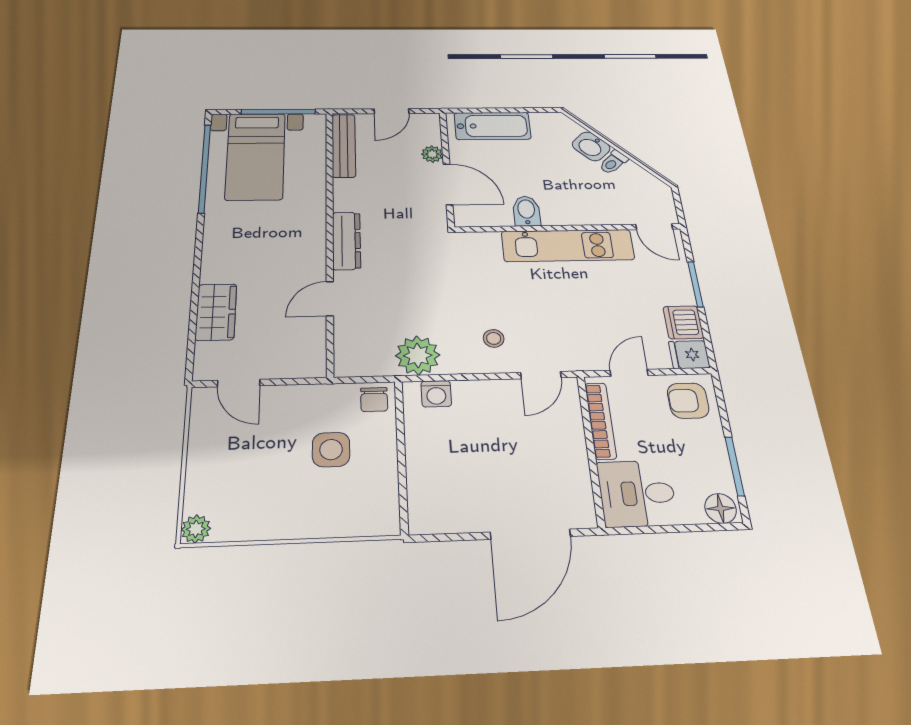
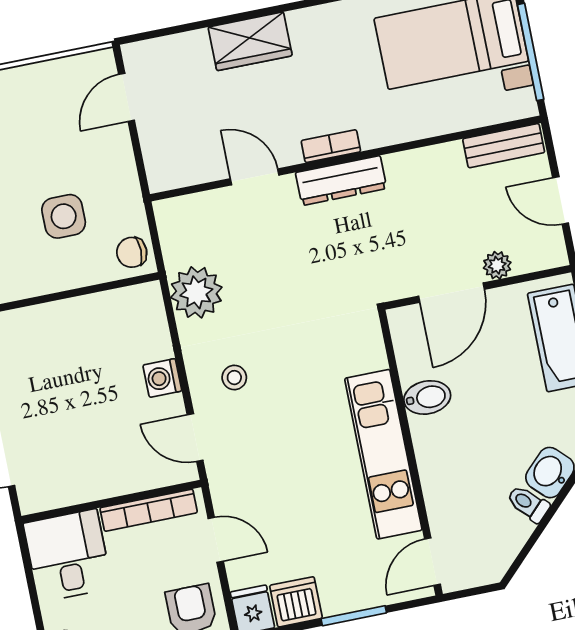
bench: (344, 146) -> (504, 146), width x0.73
bookcase: (317, 243) -> (331, 146), added
wardrobe: (216, 312) -> (250, 41), moved
washing machine: (436, 394) -> (162, 378), moved

